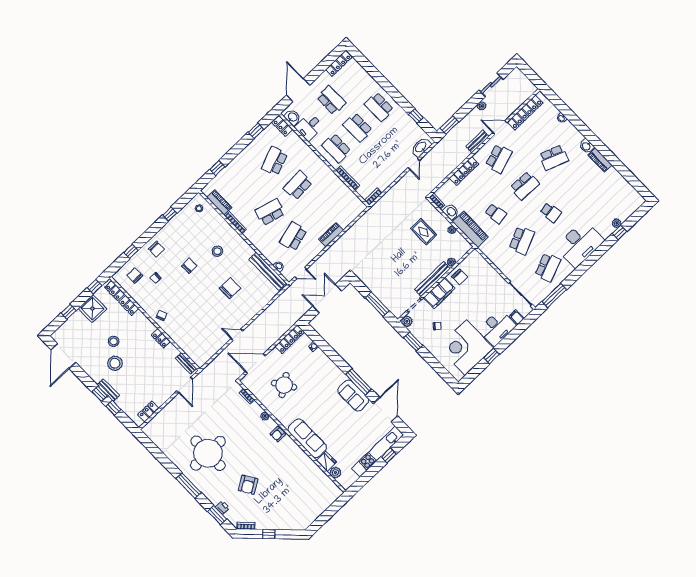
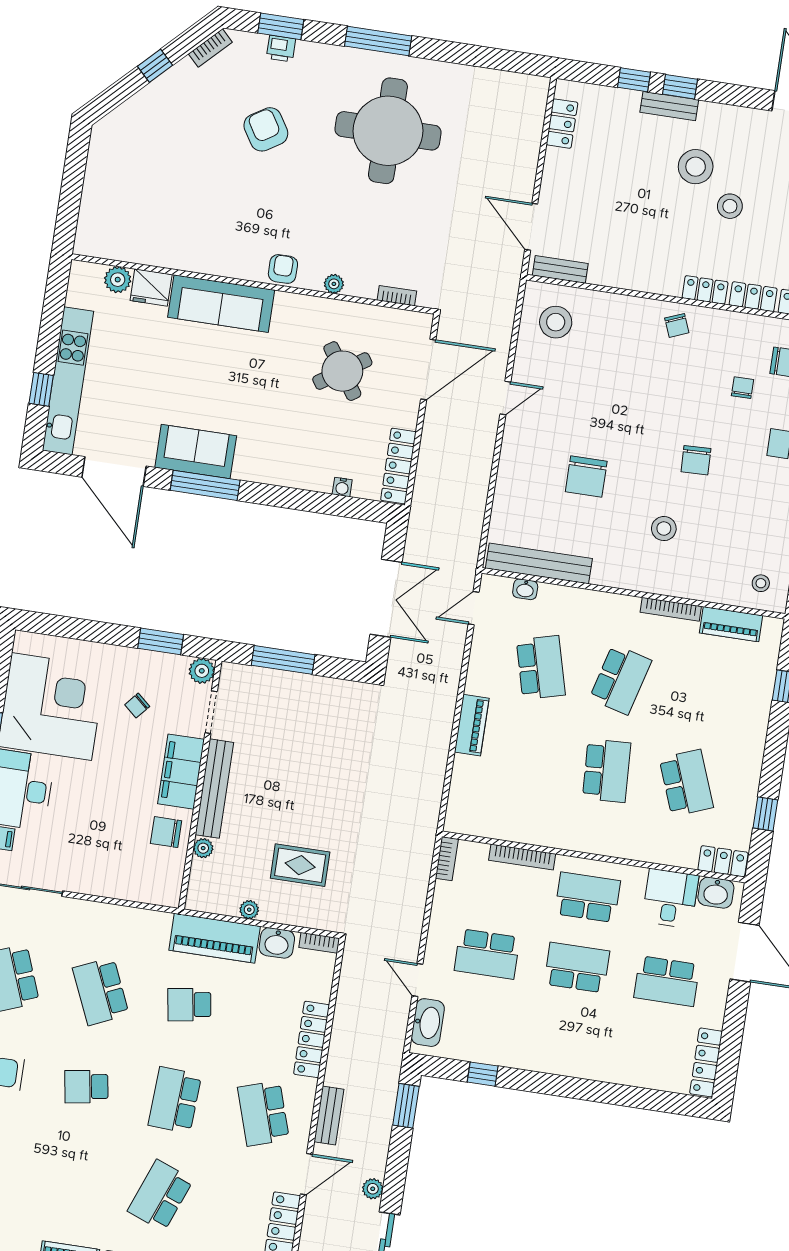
school desk: (379, 107) -> (487, 954), moved, turned 180
locker: (161, 338) -> (705, 290), moved
stool: (201, 347) -> (556, 322), added

